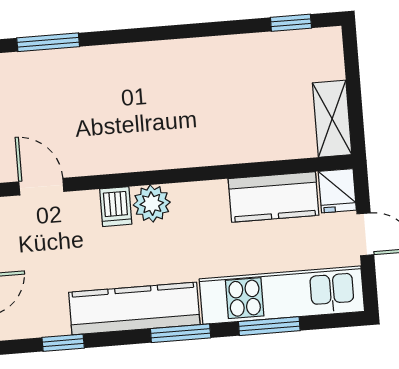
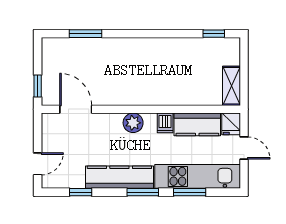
door: (41, 187) -> (76, 109), width x1.38
dishwasher: (116, 207) -> (165, 123), moved

